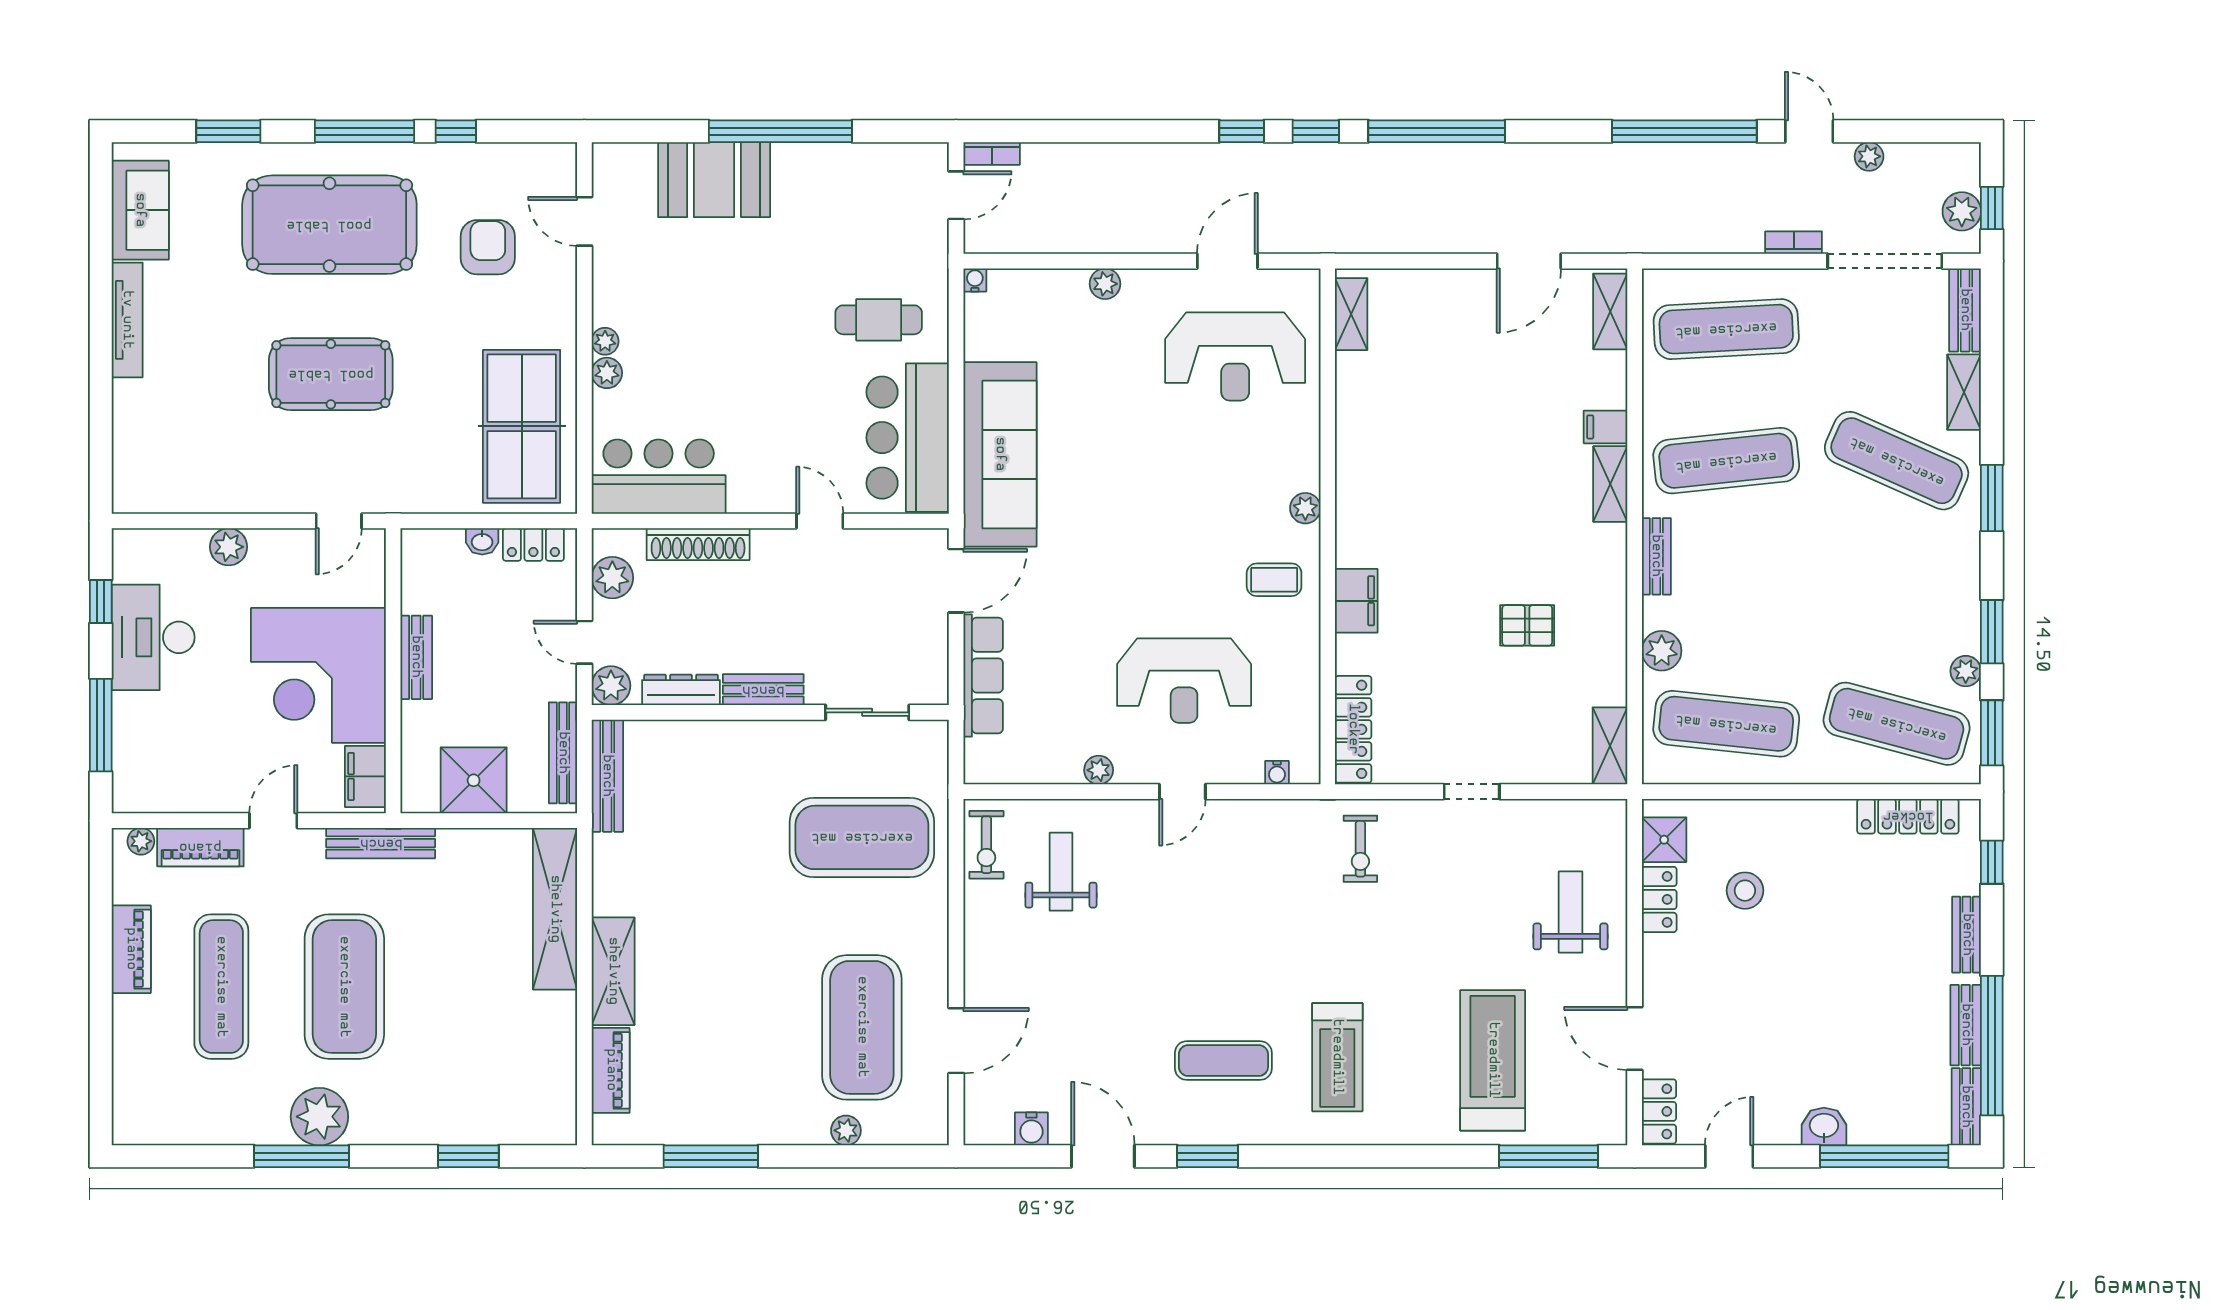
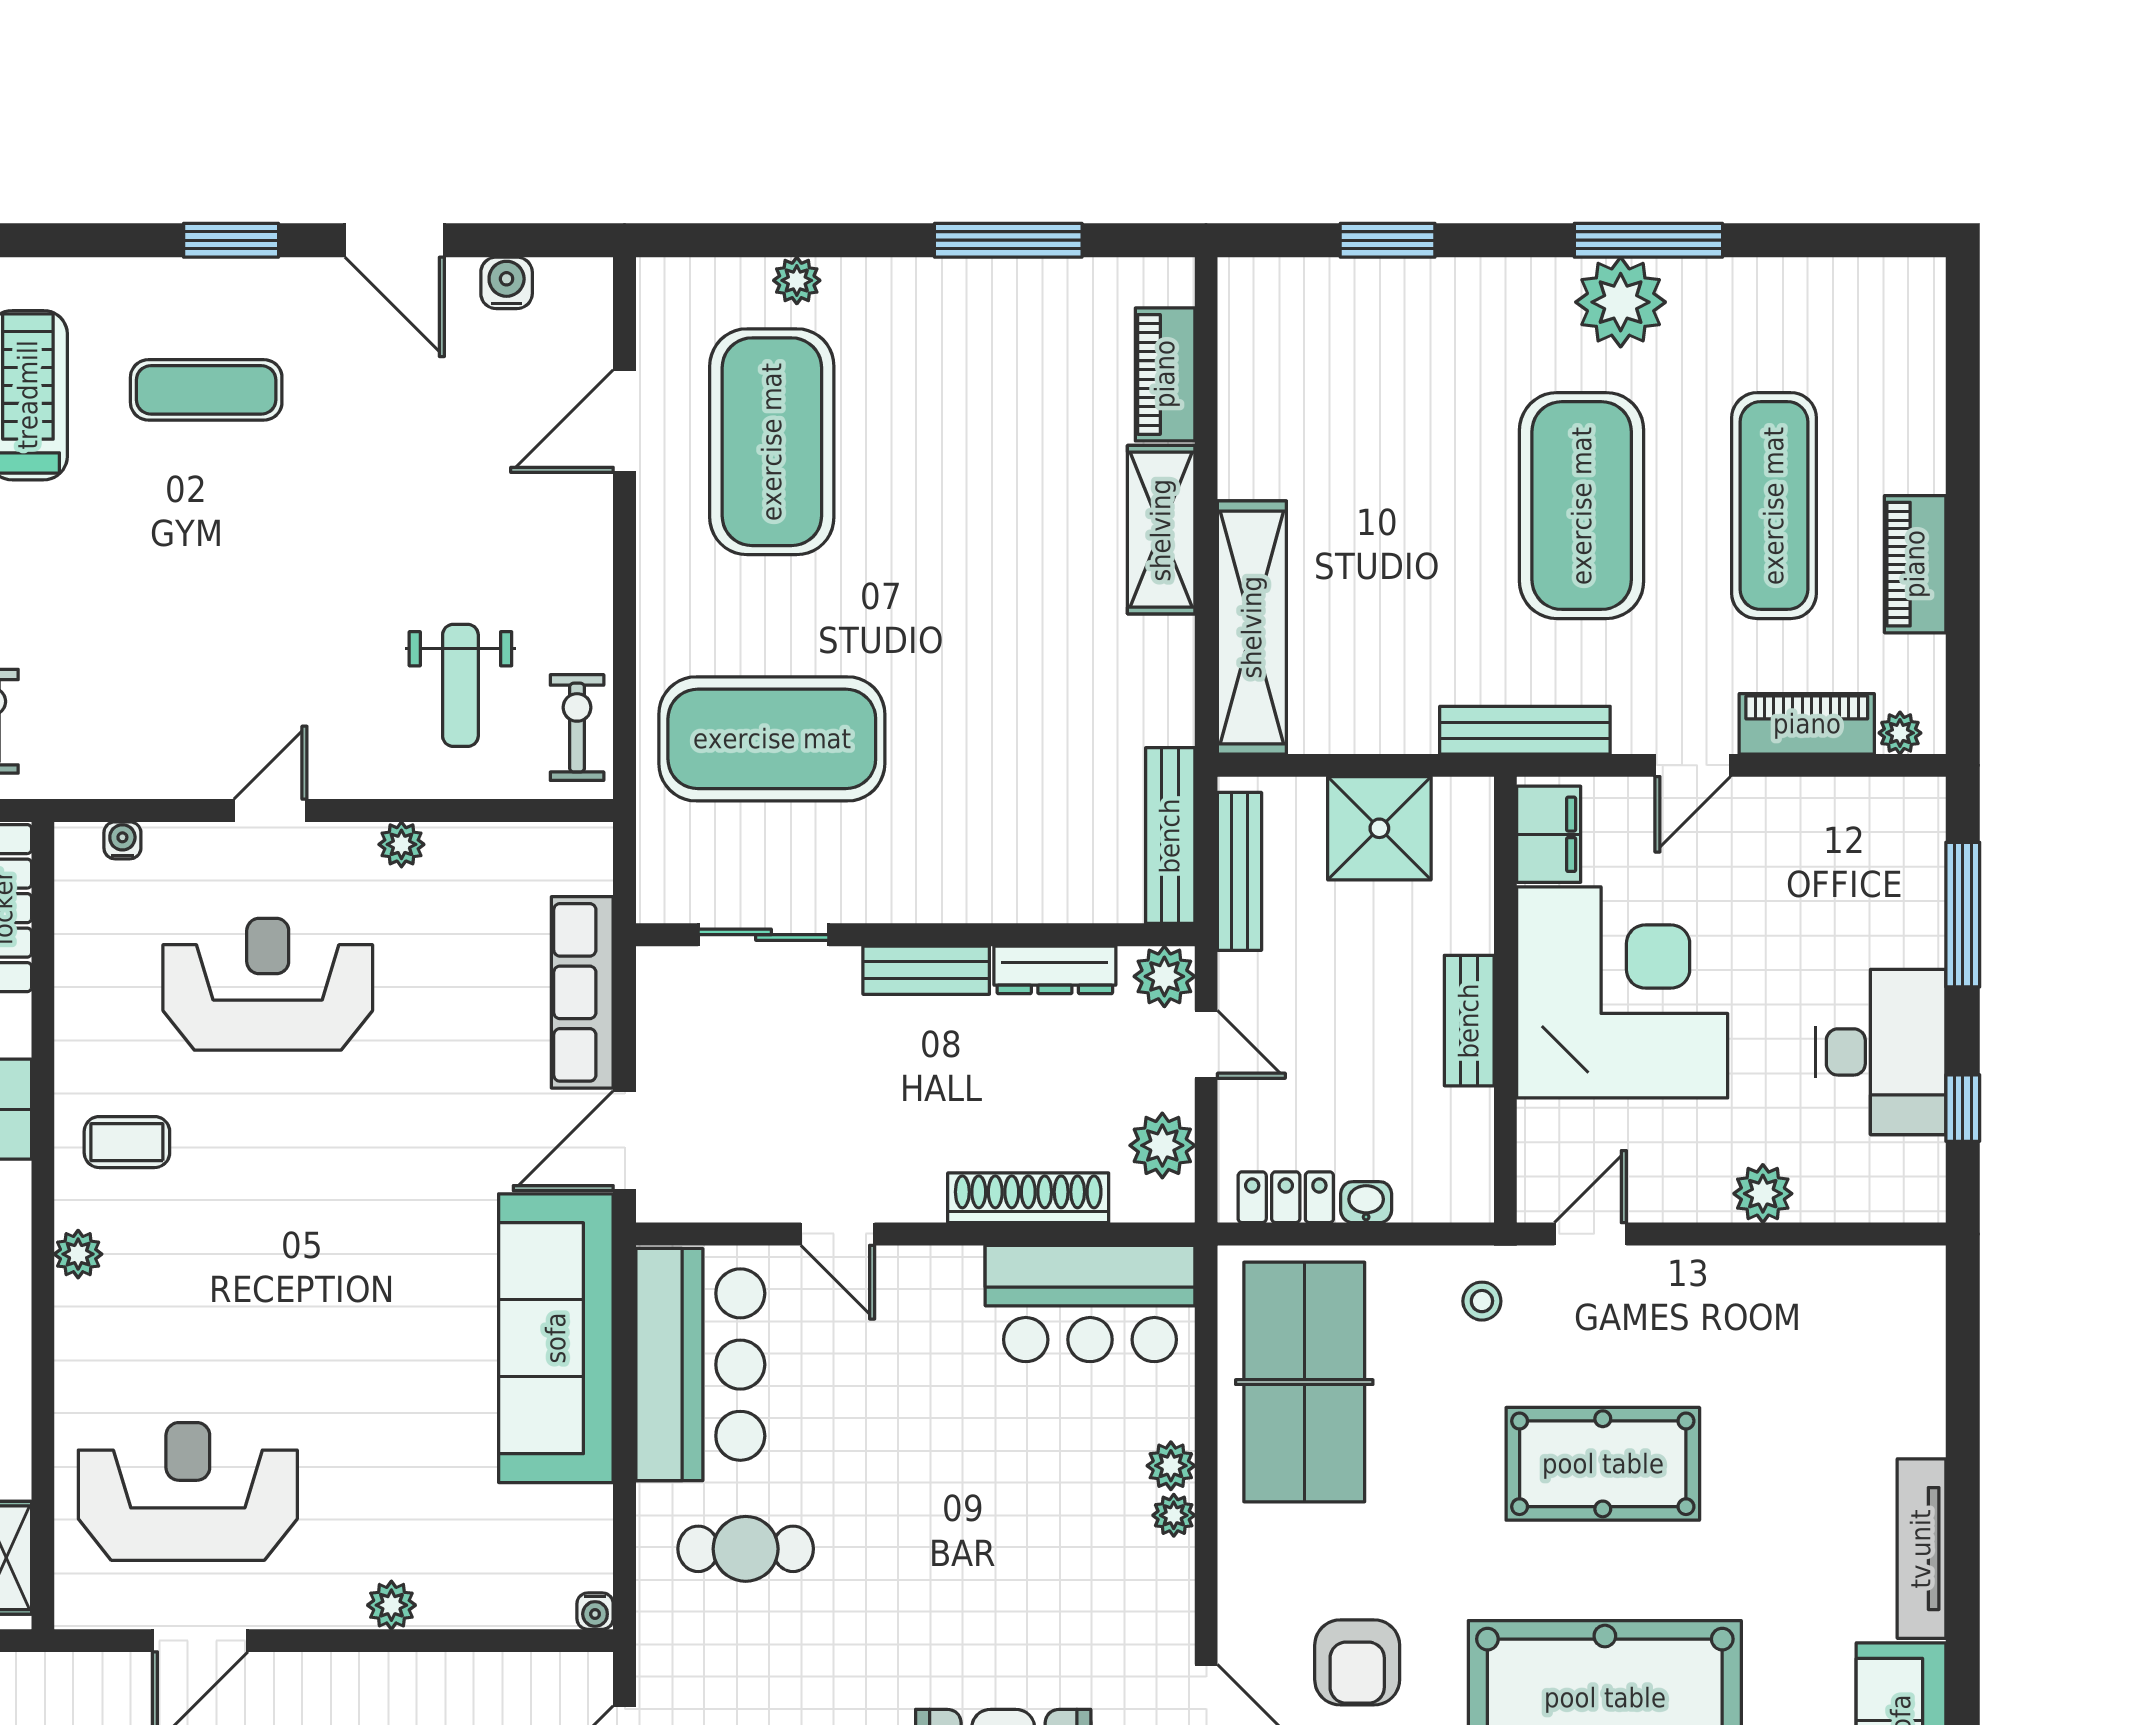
stool: (408, 478) -> (1482, 1301), added

